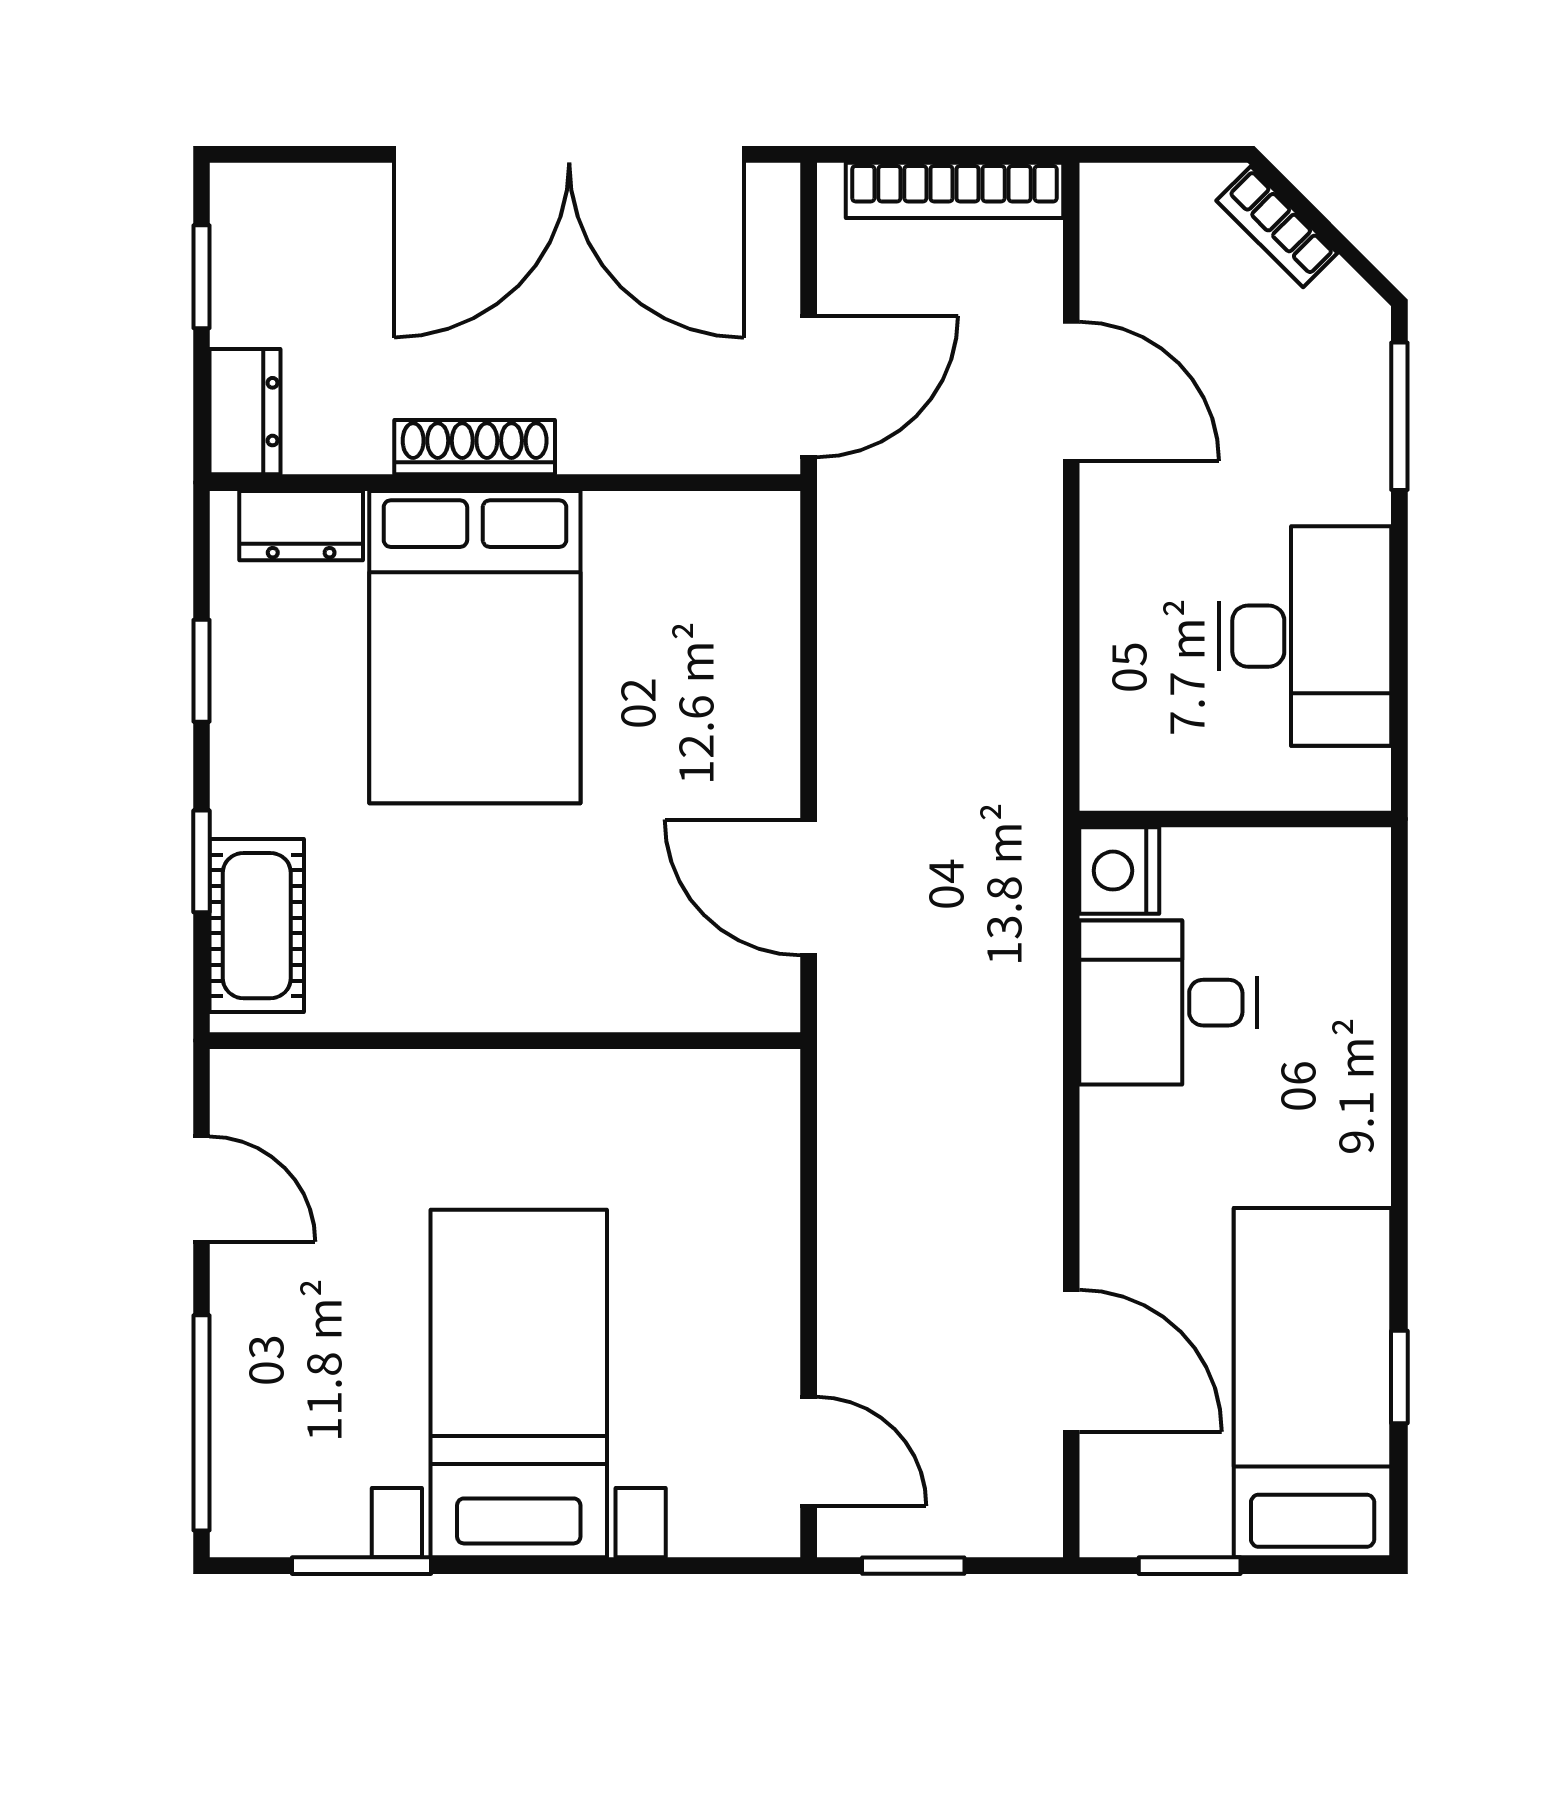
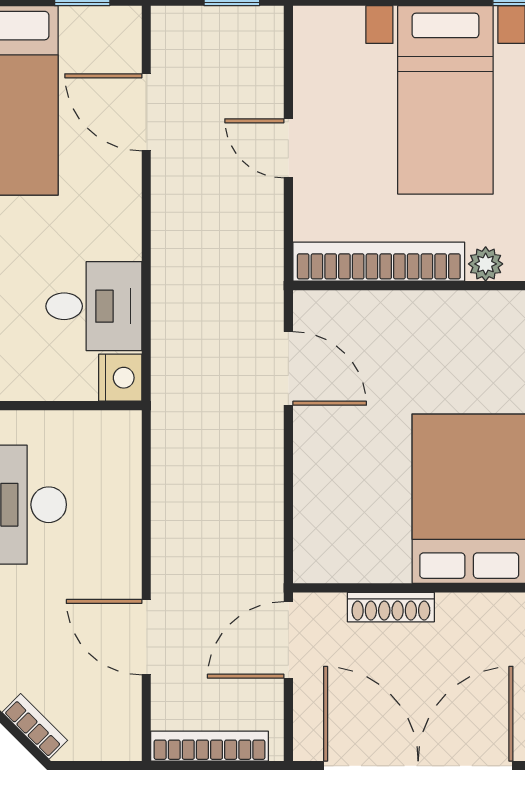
shoe rack: (475, 447) -> (391, 607), moved
plant: (445, 1081) -> (486, 264), added
bookcase: (642, 1085) -> (379, 262), added
door: (809, 1451) -> (288, 148), moved

